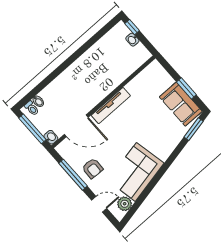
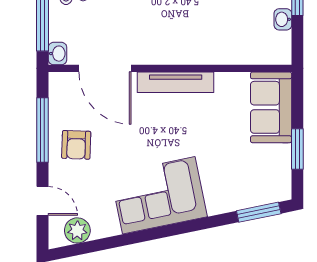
sofa: (181, 104) -> (271, 107), moved
corner sofa: (136, 172) -> (159, 195), moved

